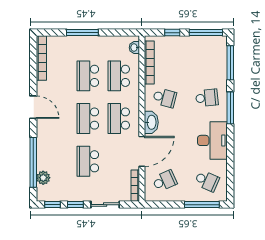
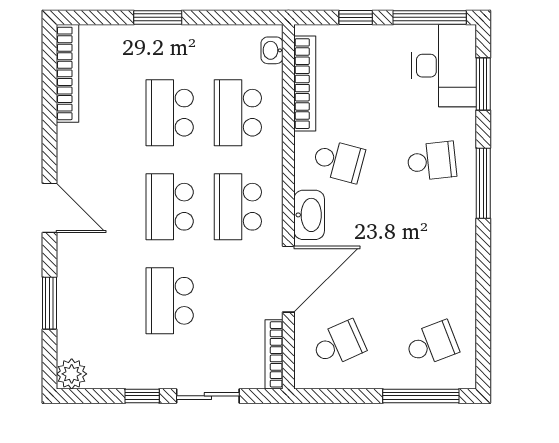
window: (82, 33) -> (158, 17), width x0.69
window: (230, 63) -> (483, 84), width x0.69
door: (33, 107) -> (49, 208), moved
desk: (212, 140) -> (444, 66), moved
window: (33, 162) -> (49, 303), width x0.47
plant: (43, 178) -> (72, 374), moved
school desk: (207, 181) -> (432, 344), turned -45
window: (53, 205) -> (92, 396), removed

